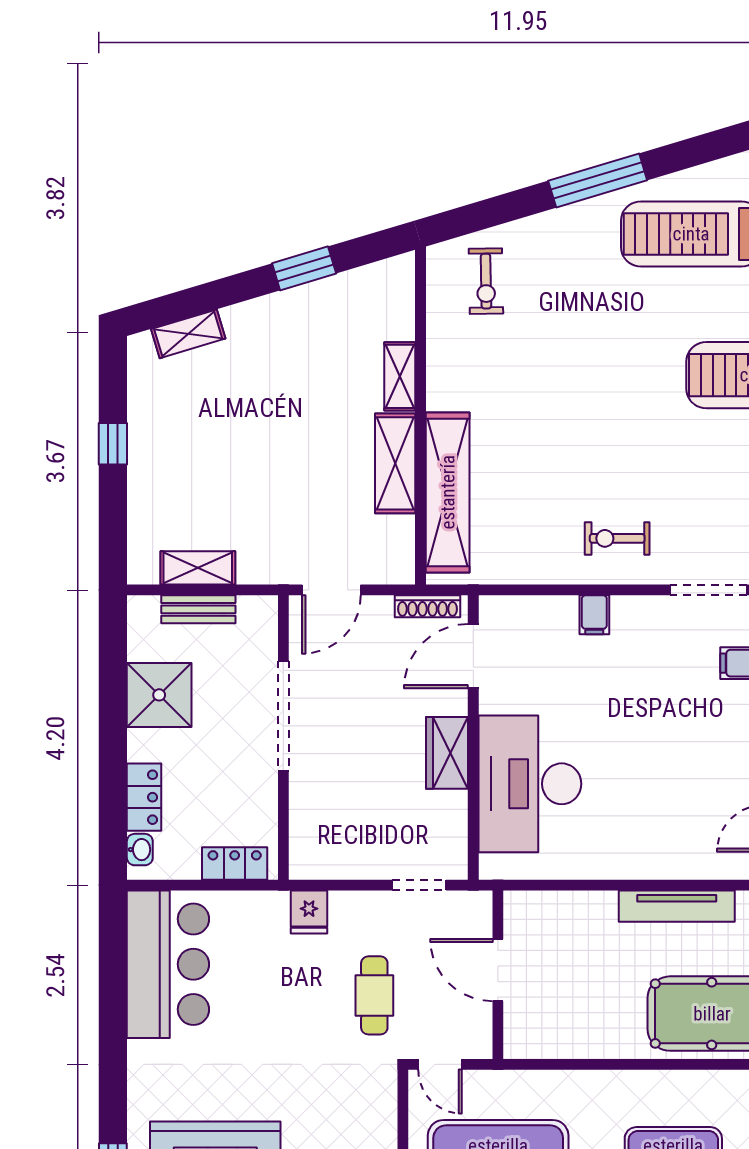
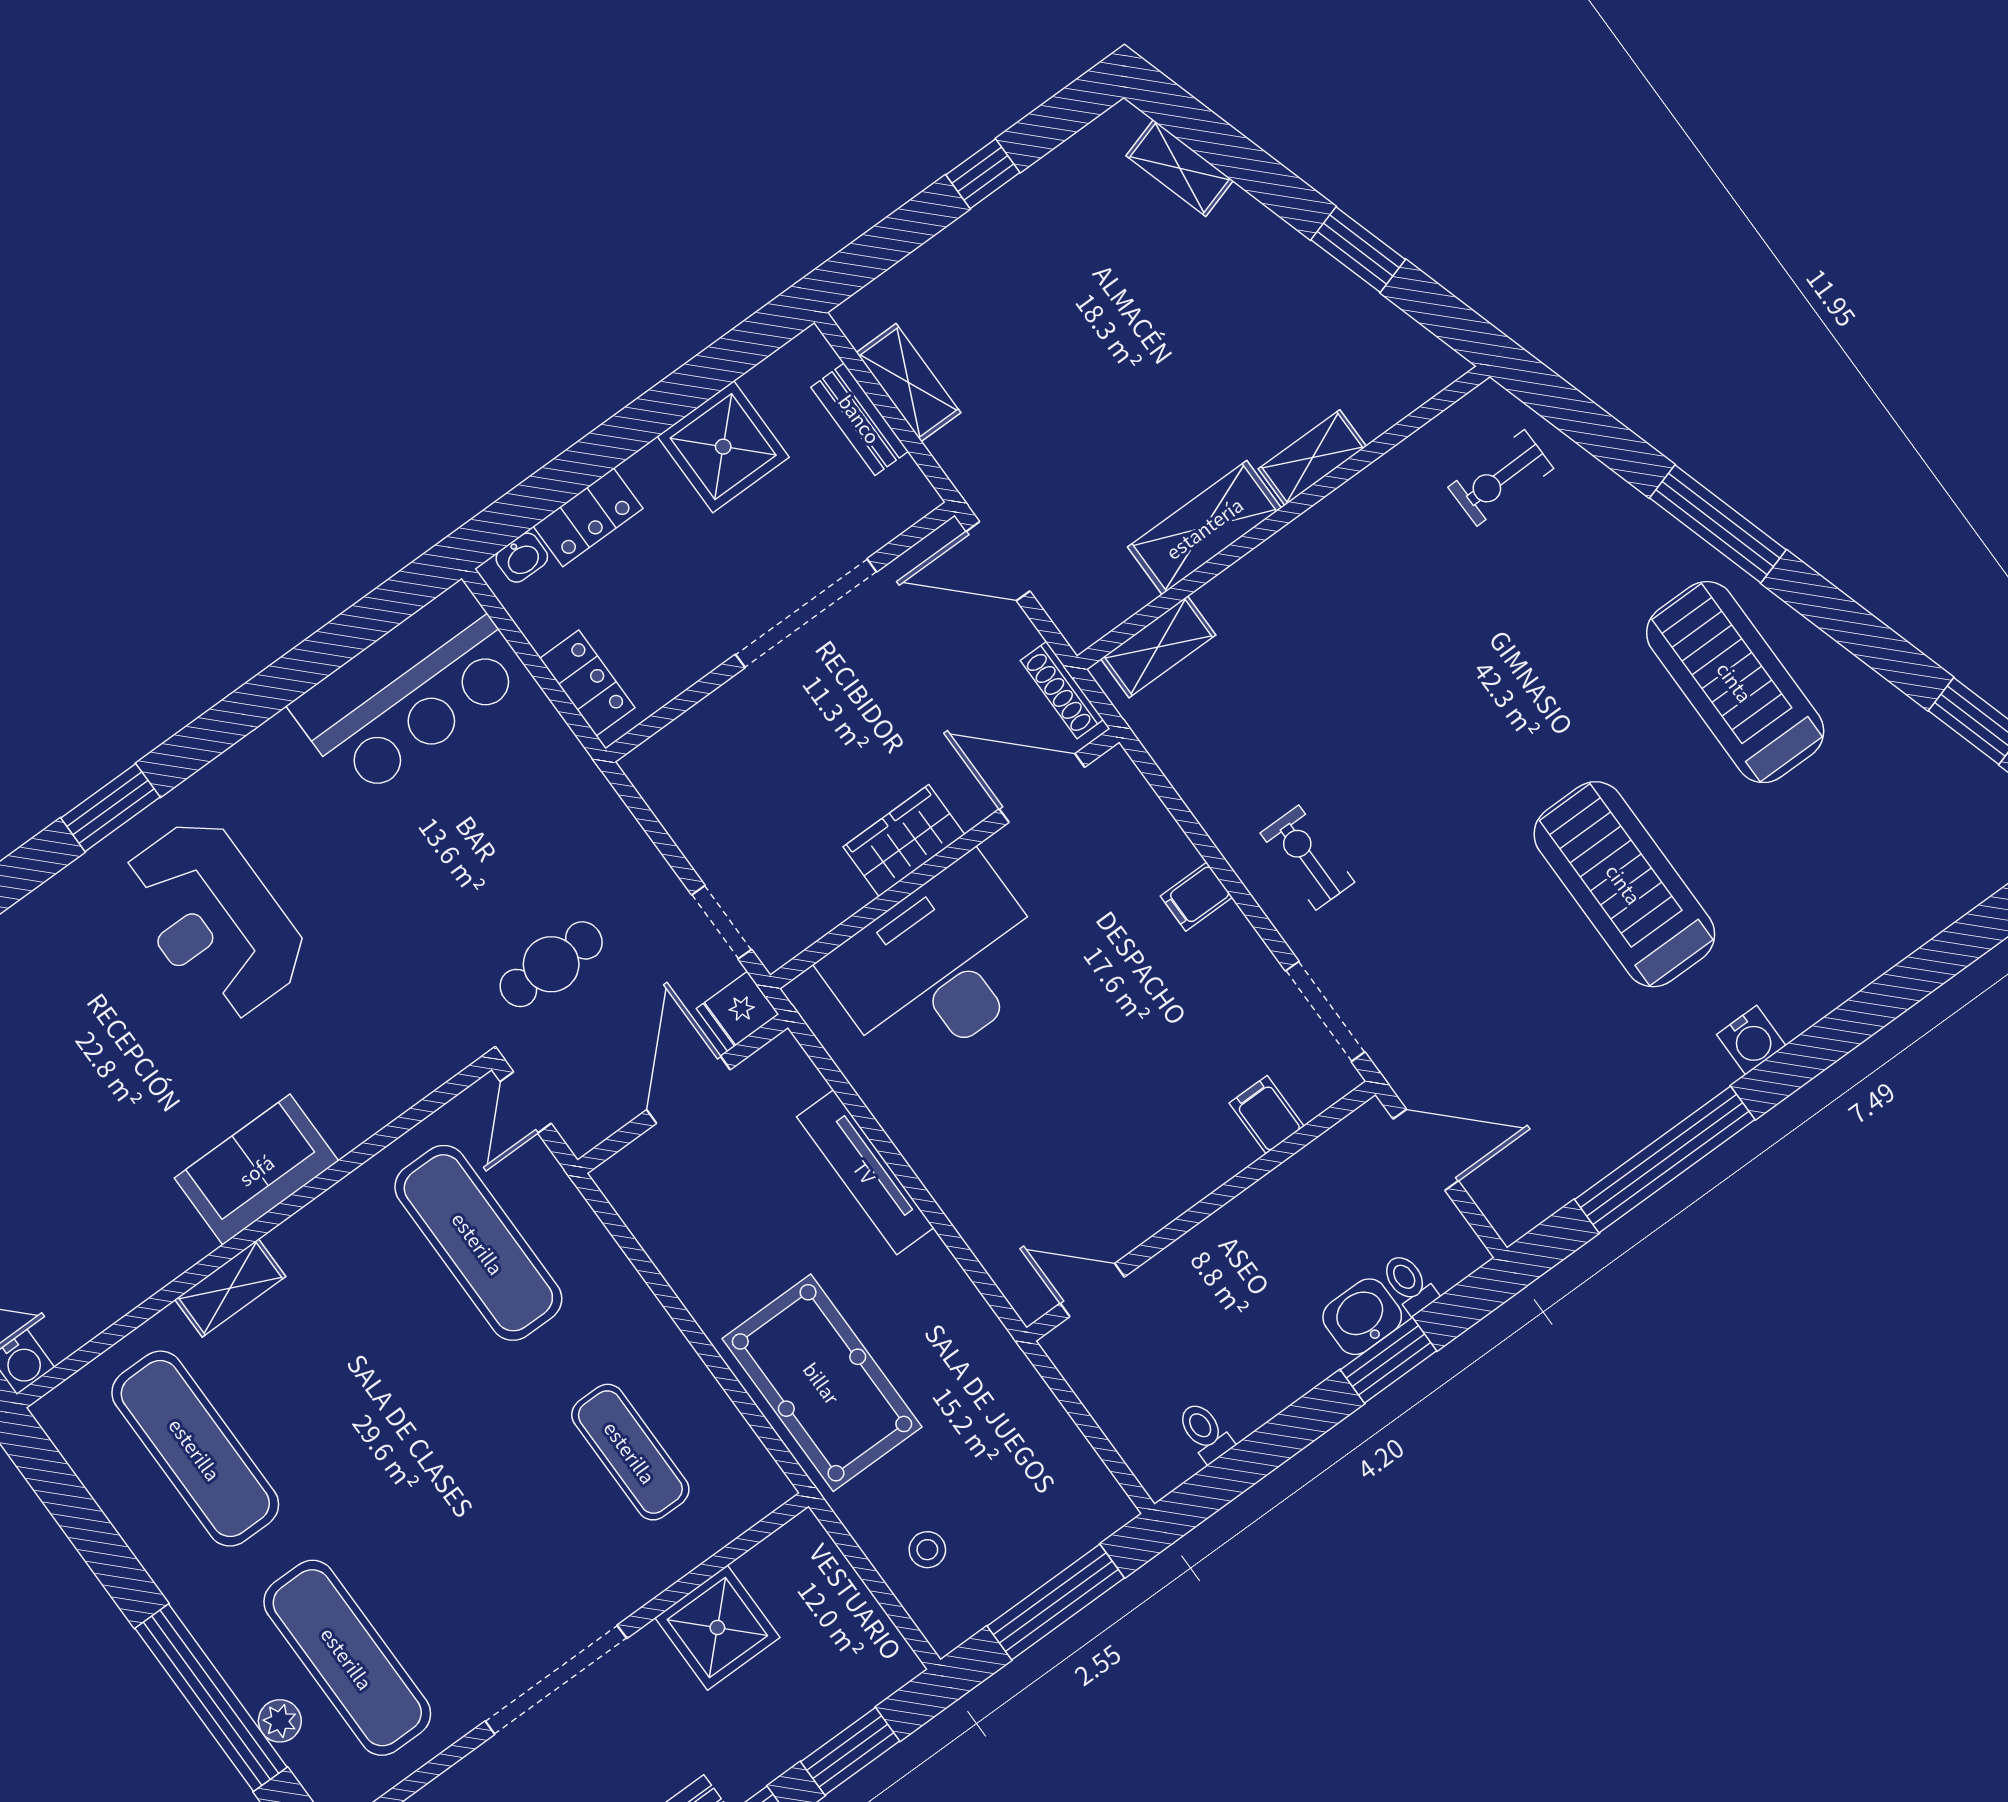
shelving: (448, 492) -> (1158, 647), width x0.45, depth x0.75
tv unit: (677, 906) -> (865, 1172), moved
fridge: (309, 912) -> (738, 1011), moved

